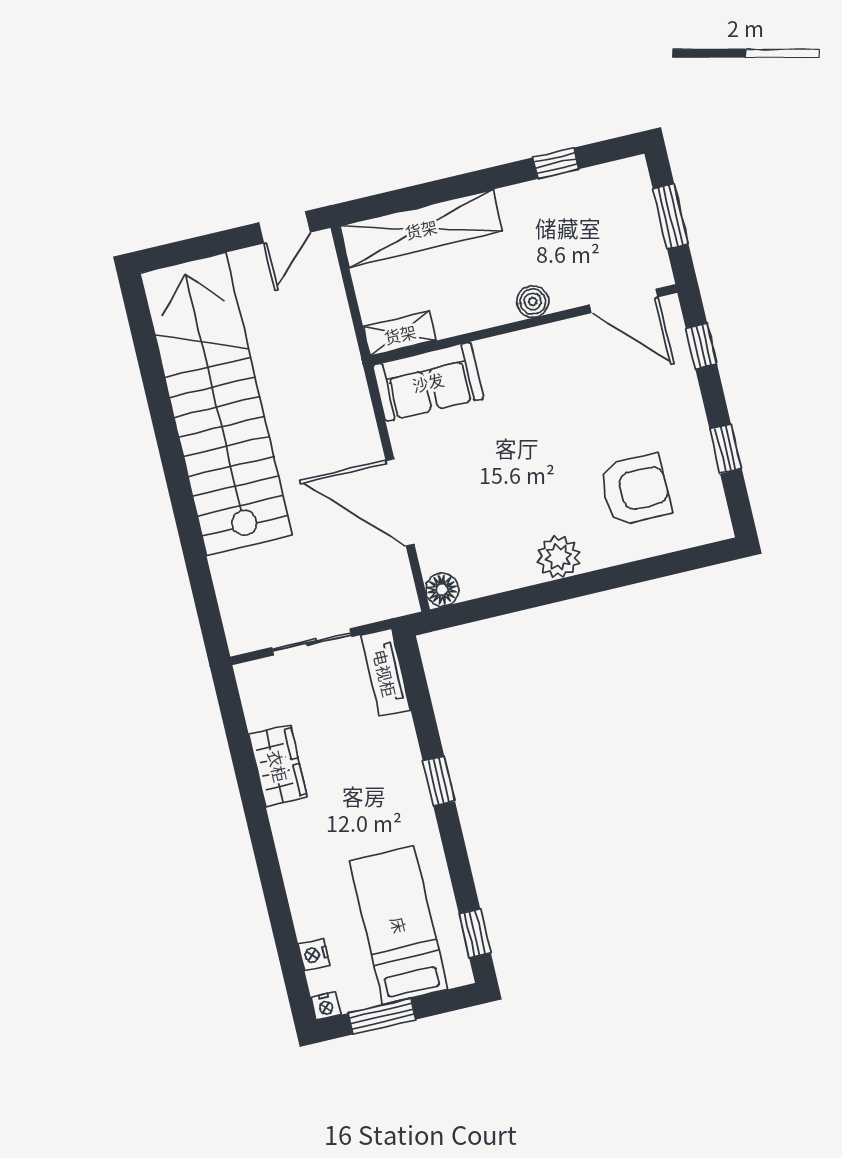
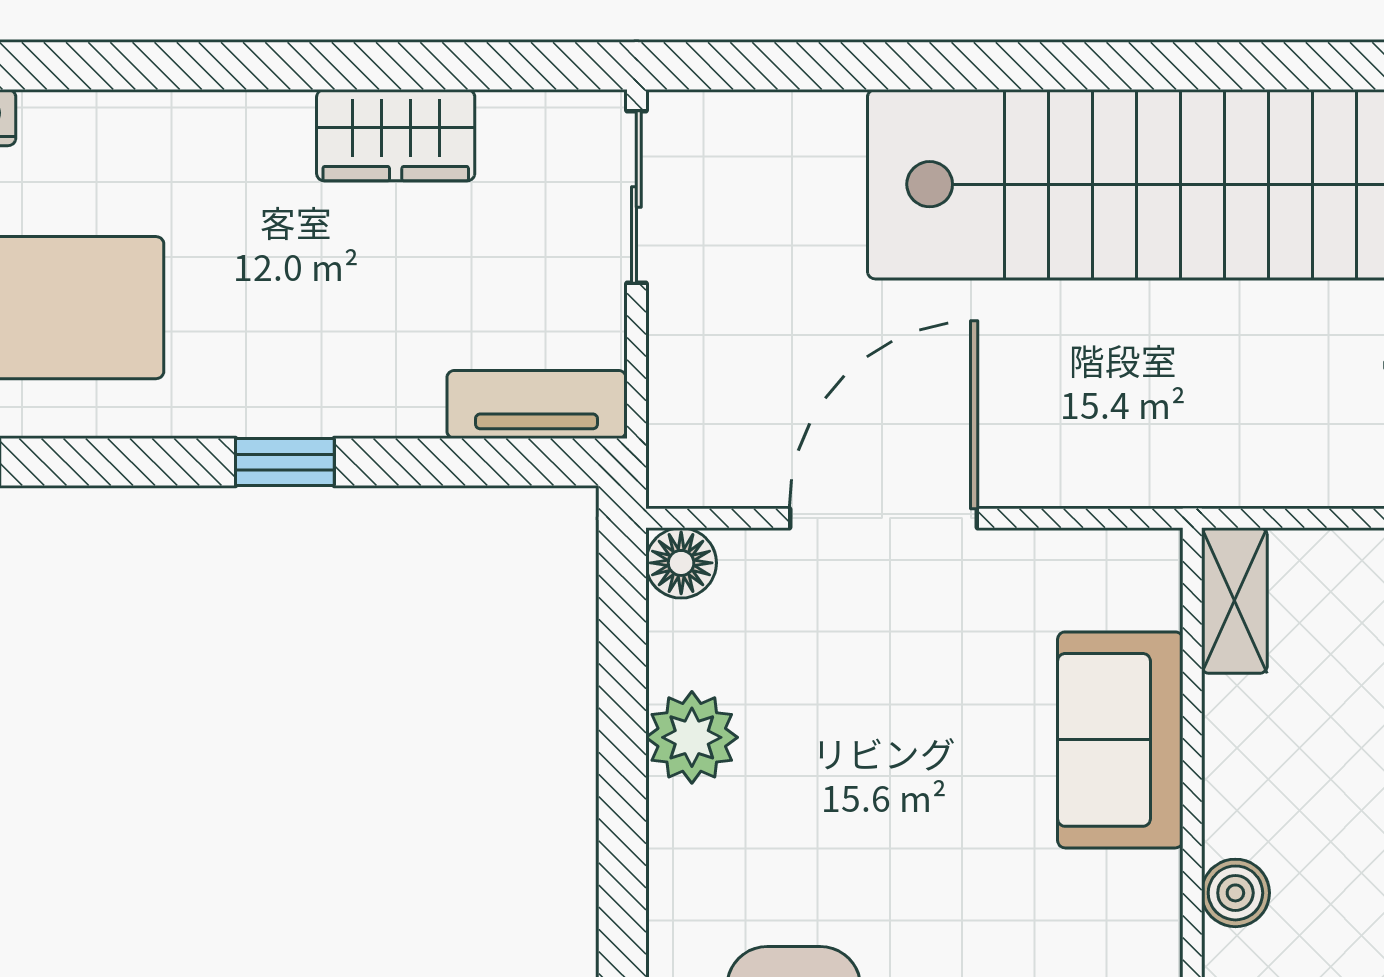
sofa: (428, 382) -> (1120, 740), moved
plant: (559, 557) -> (692, 737), moved
sliding door: (311, 642) -> (636, 197), moved

